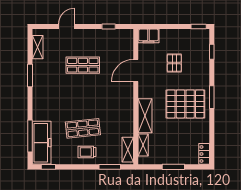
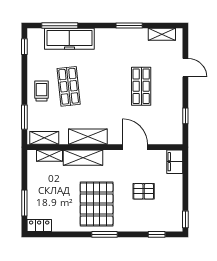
shelving: (127, 112) -> (88, 137), added
freezer: (42, 143) -> (69, 39), moved
window: (173, 167) -> (24, 203), moved

